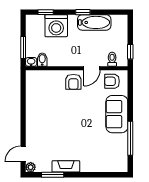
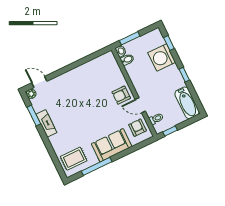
bathtub: (94, 22) -> (187, 103), moved
rug: (112, 157) -> (74, 159), added

